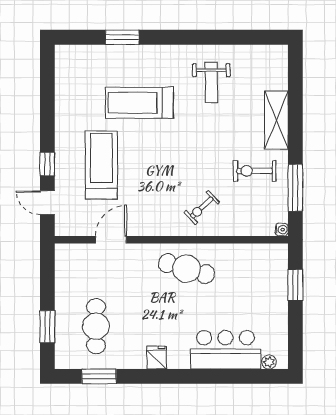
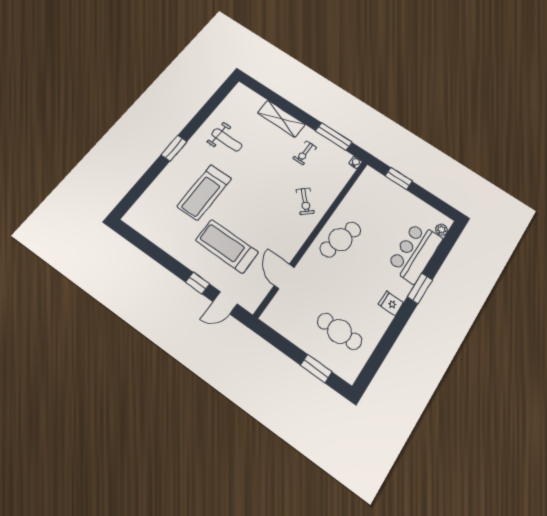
window: (122, 37) -> (174, 148), moved
exercise bike: (255, 171) -> (305, 153), width x0.73, depth x0.72
window: (99, 376) -> (420, 288), moved

